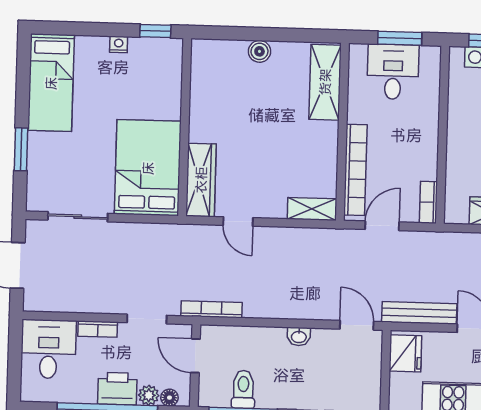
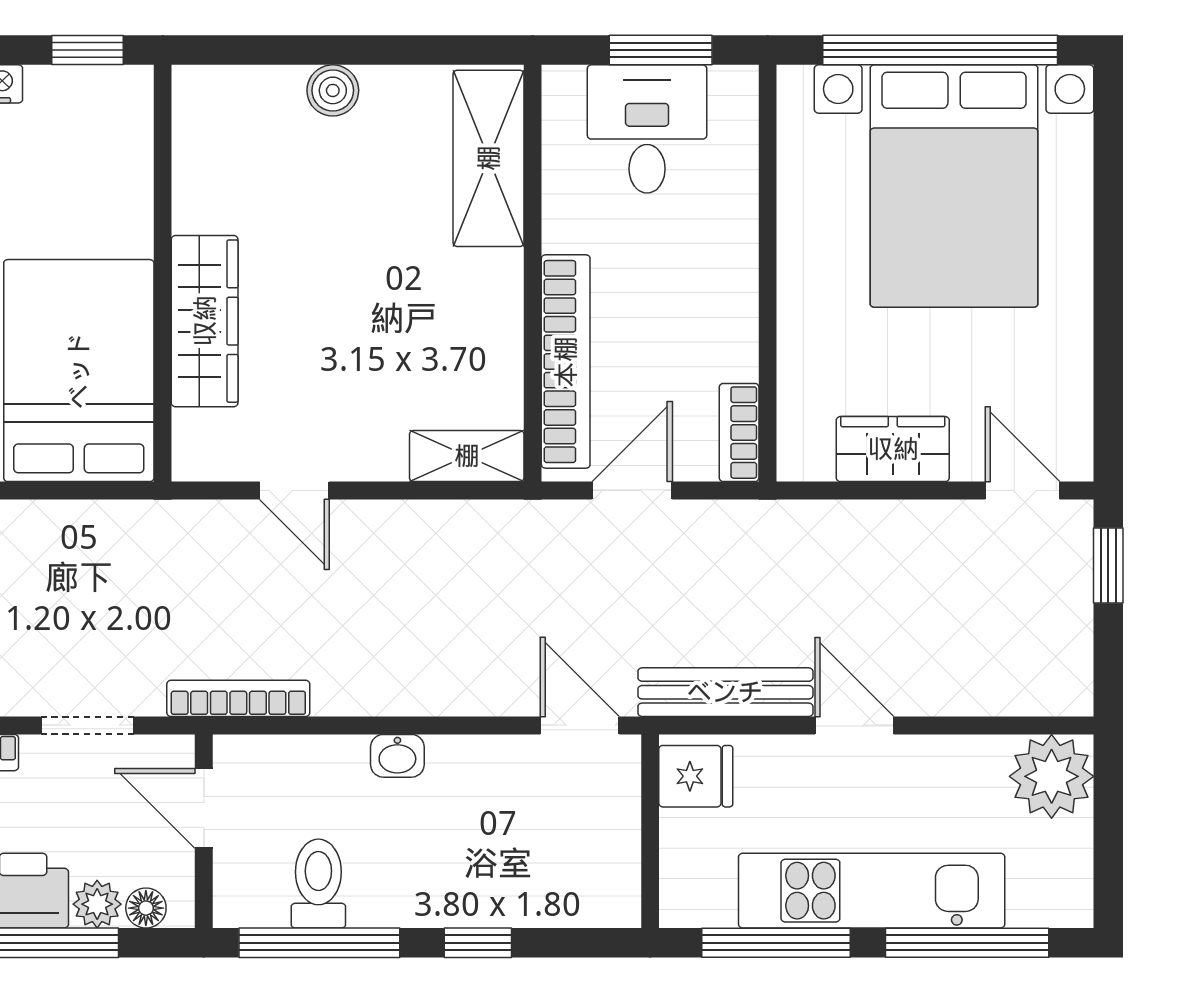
wardrobe: (201, 180) -> (205, 321), moved
washbasin: (299, 336) -> (397, 756), moved
fridge: (405, 353) -> (696, 776), width x0.72

